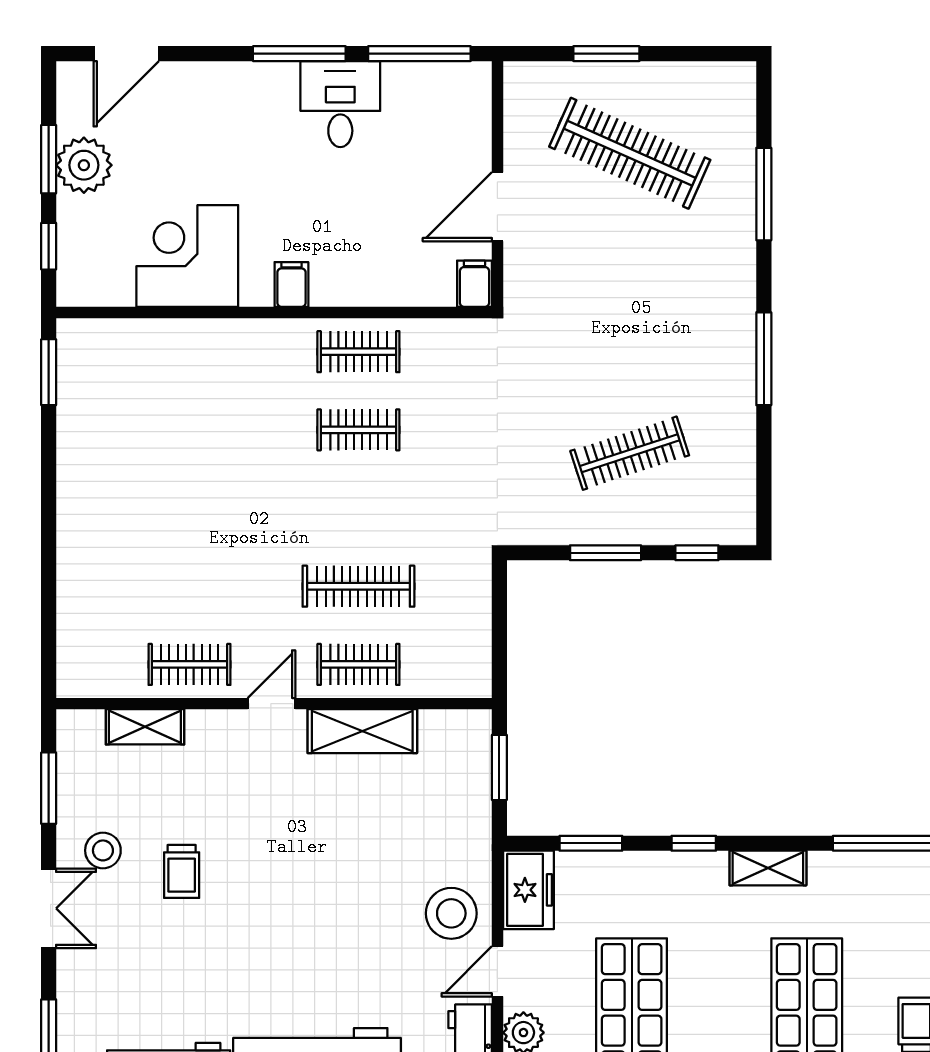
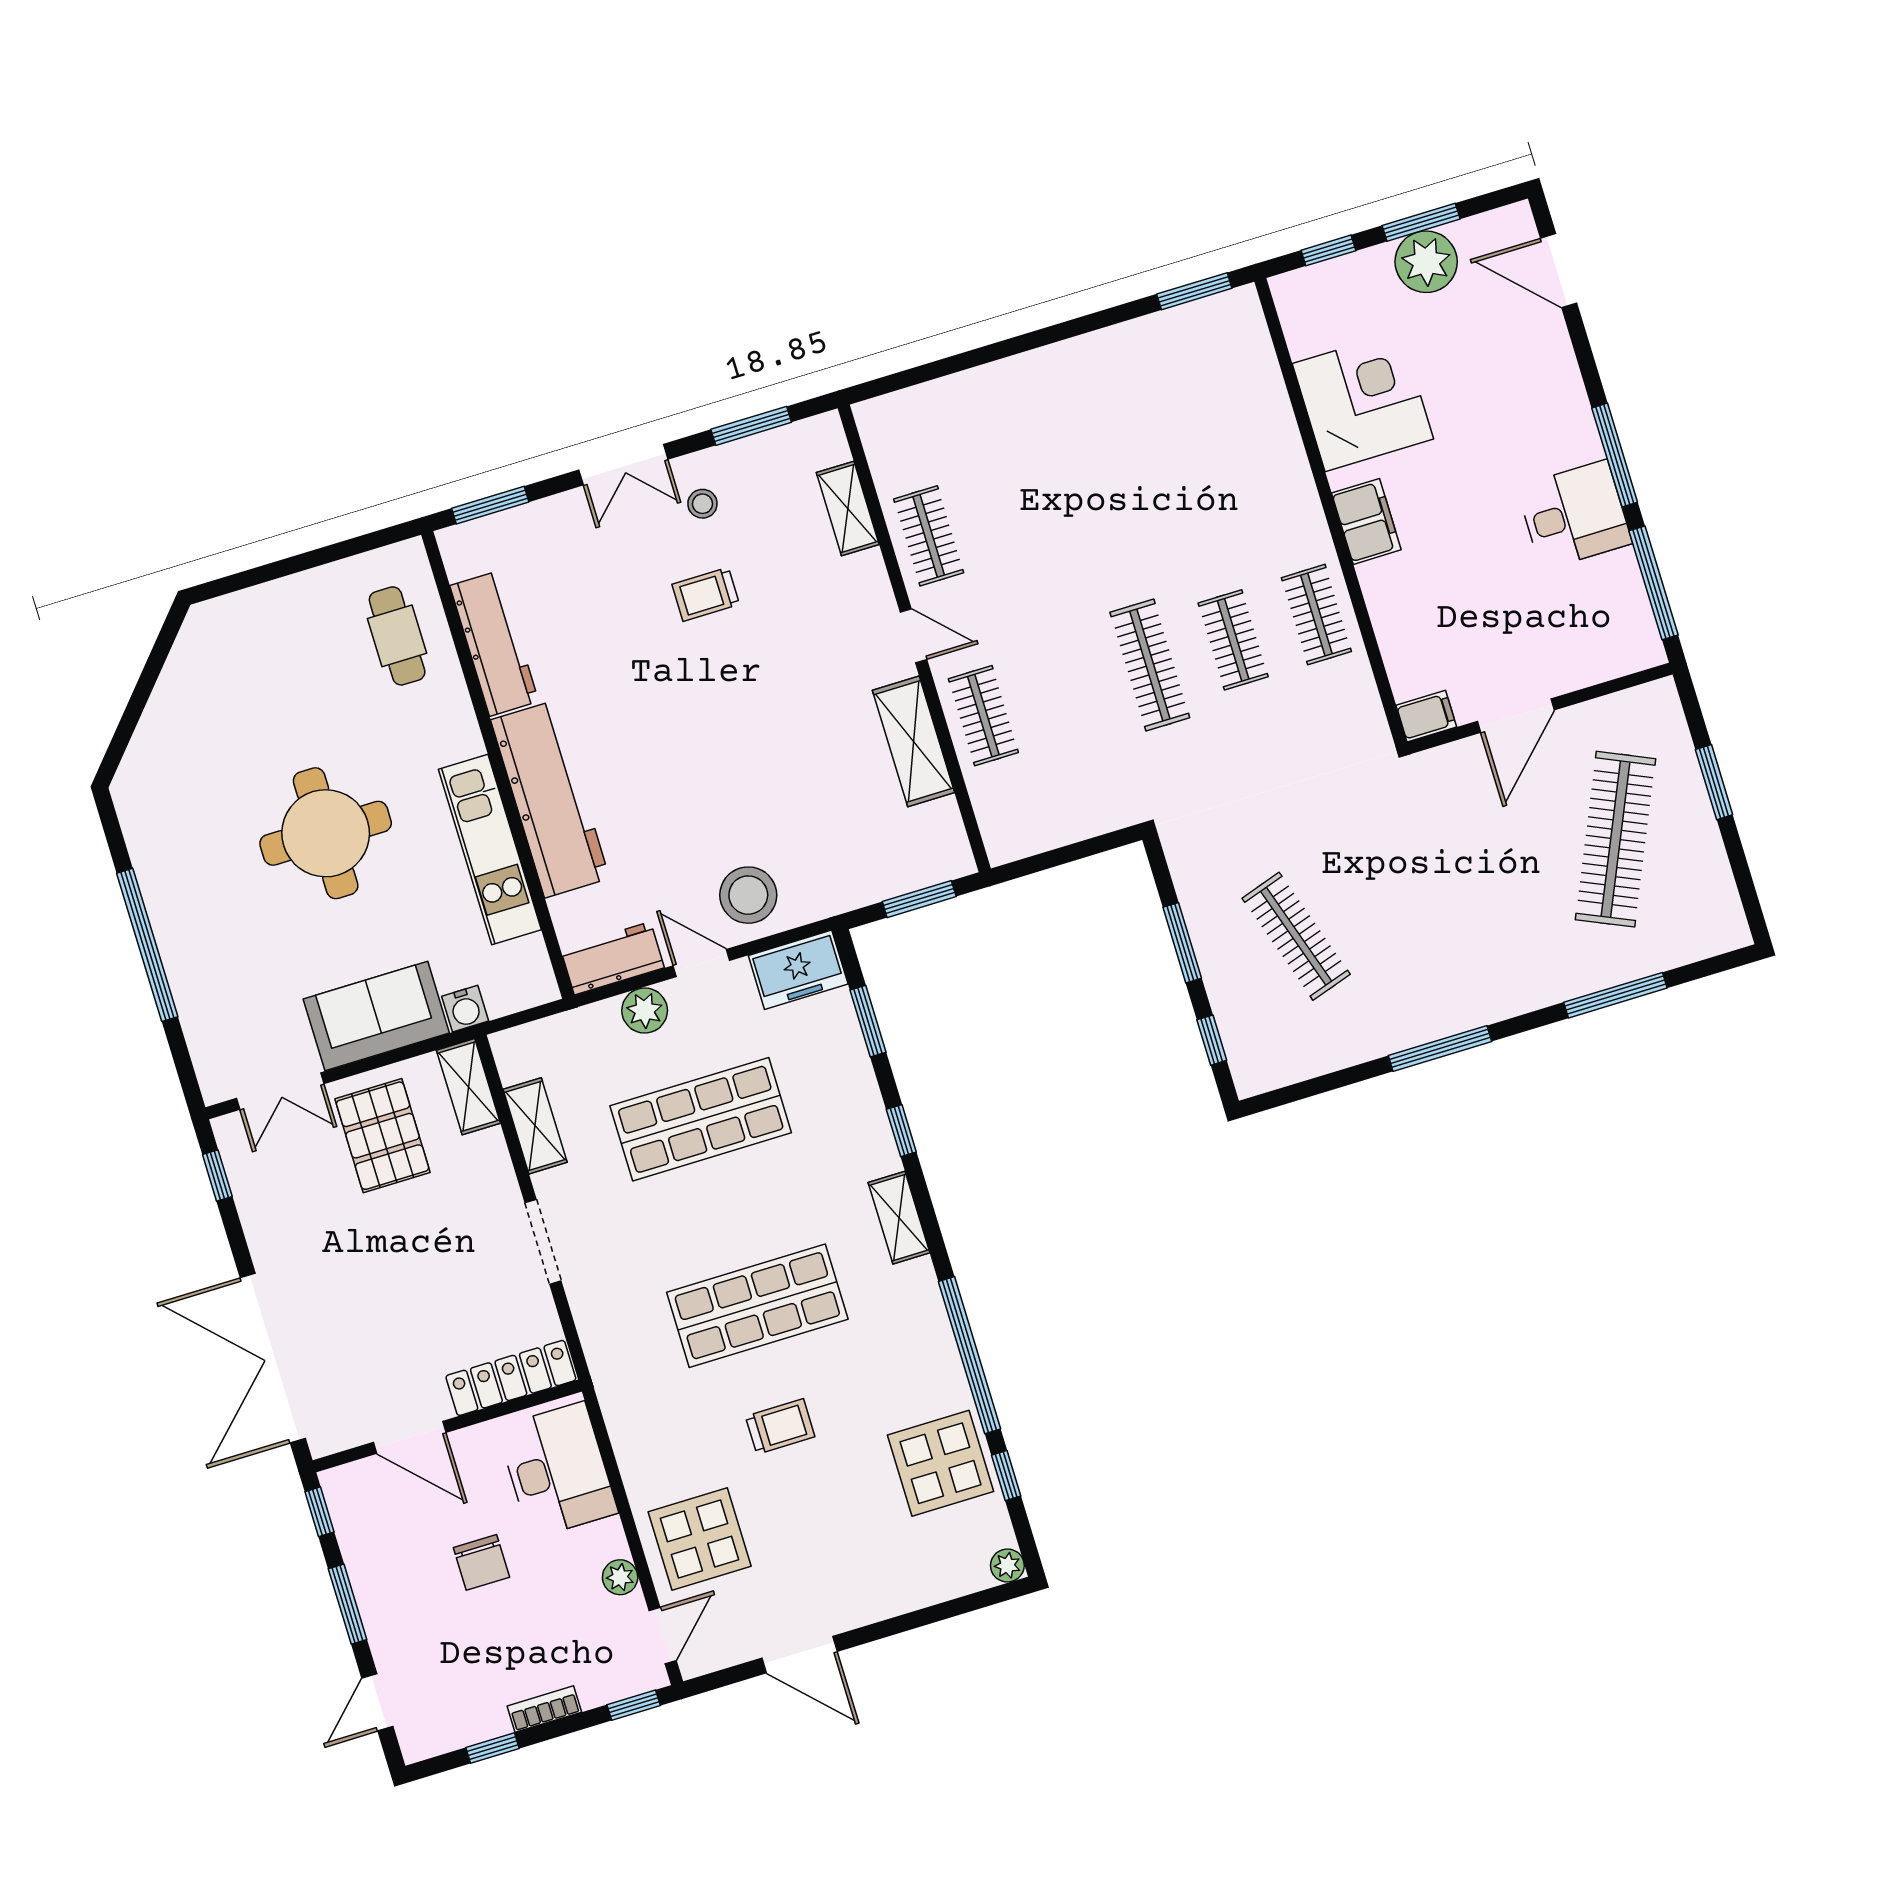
door: (497, 207) -> (1516, 716), swing flipped
filing cabinet: (291, 284) -> (1366, 521), width x2.00
clothes rail: (358, 586) -> (1150, 665), moved
stool: (103, 850) -> (702, 504), width x0.73, depth x0.73

